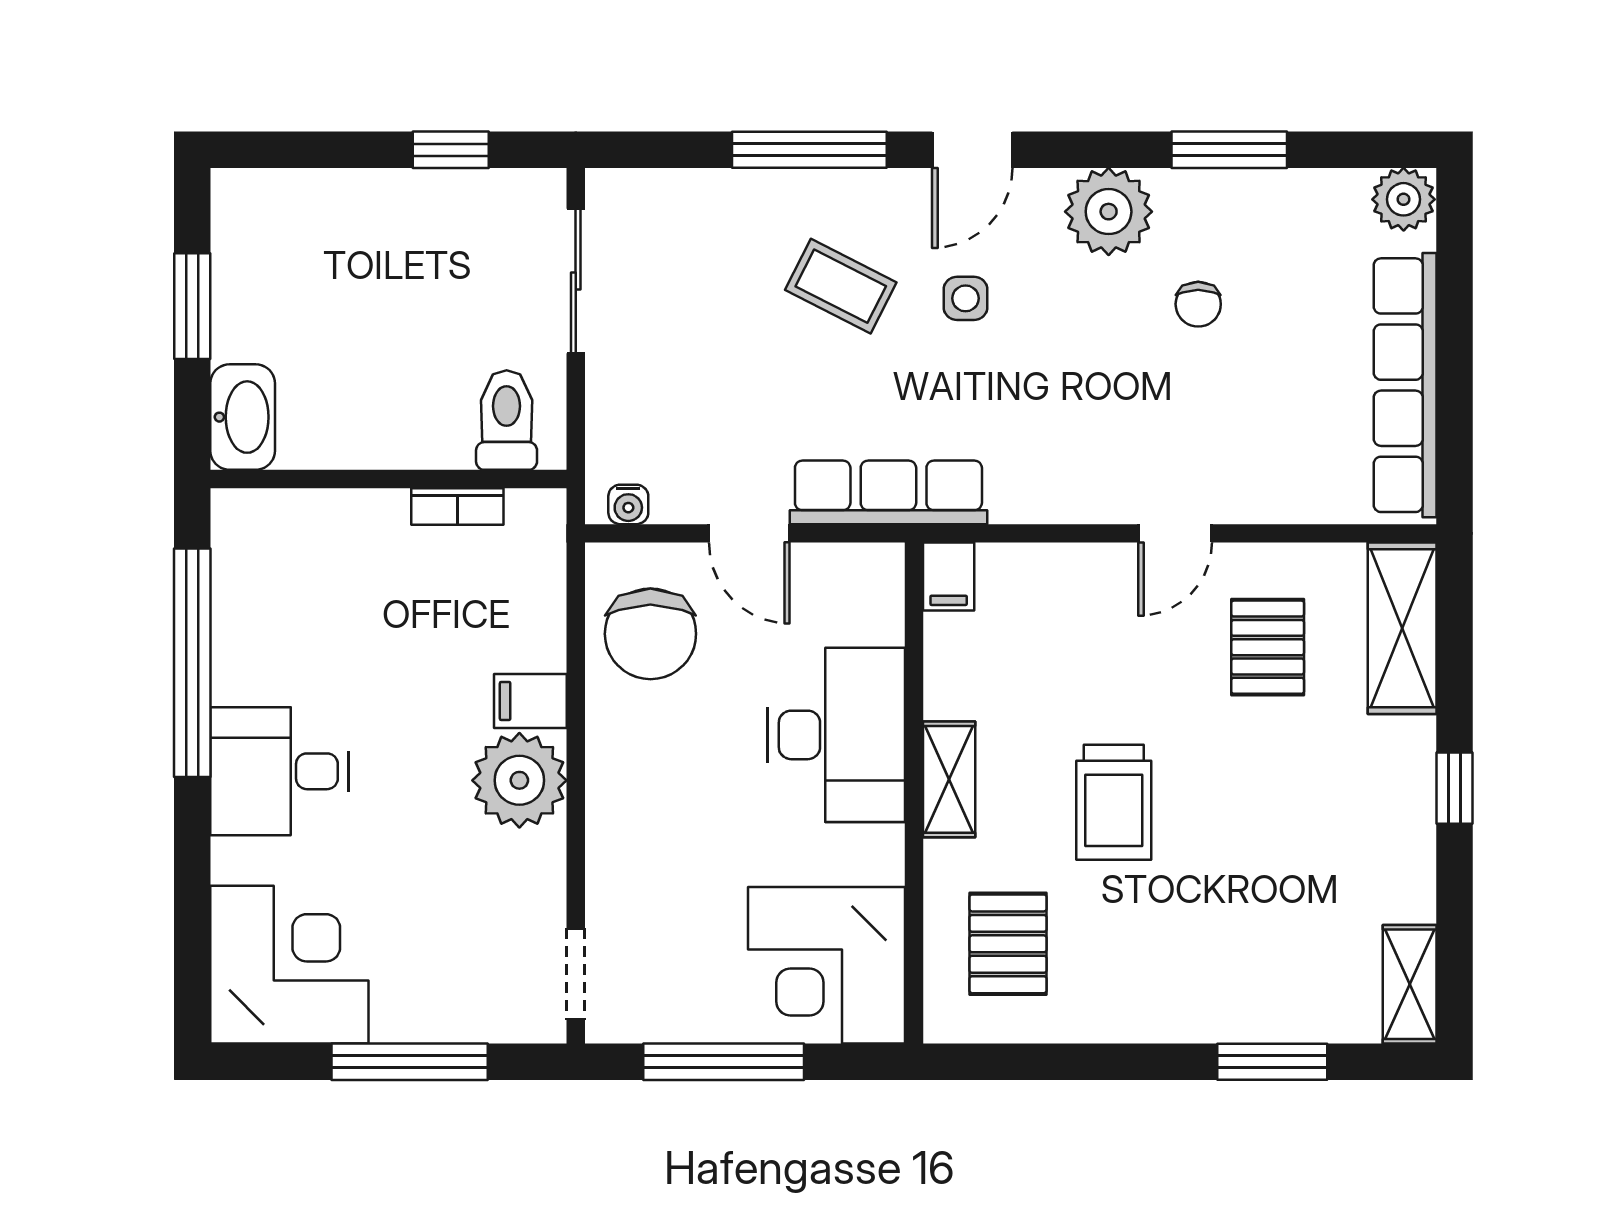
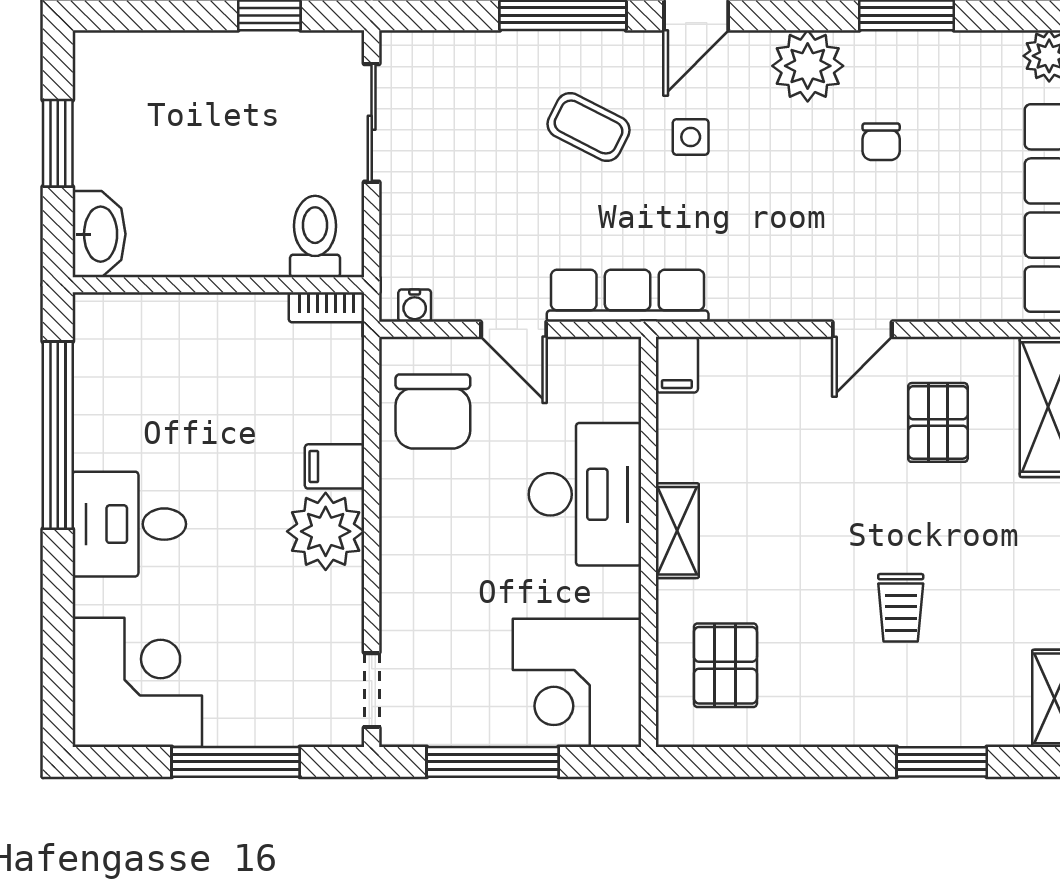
bookcase: (457, 506) -> (327, 307), moved
trolley: (1114, 802) -> (901, 608), moved, width x0.73, depth x0.72

